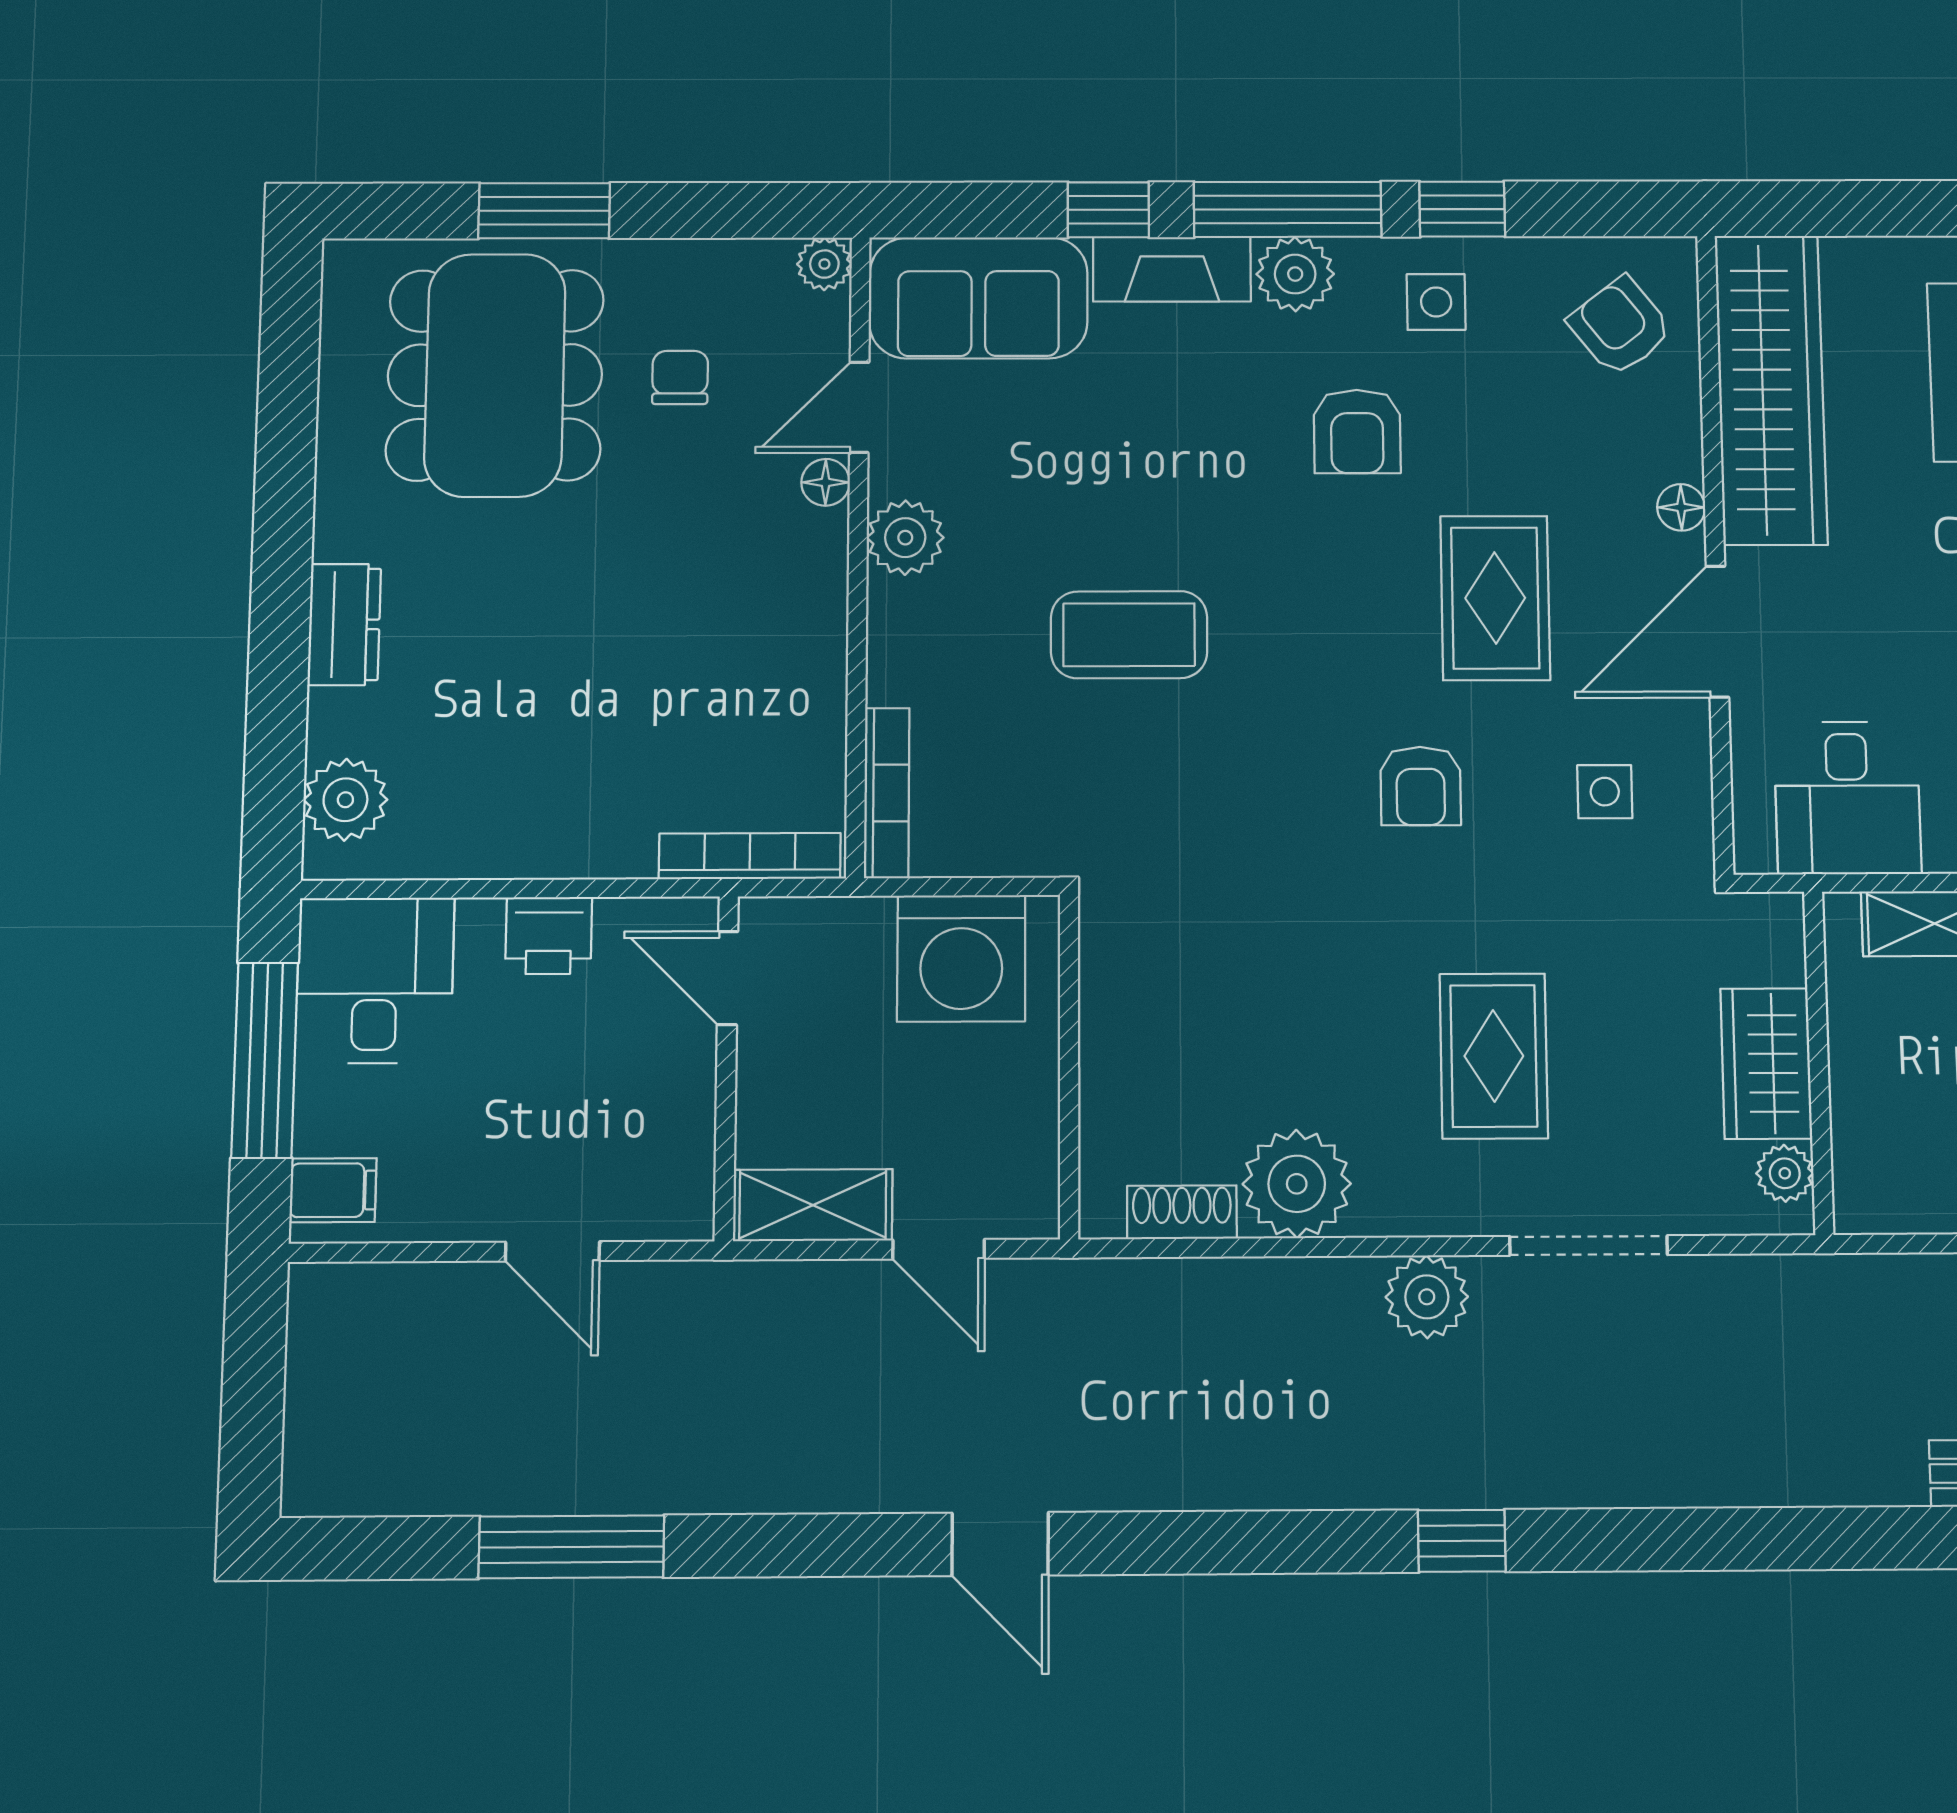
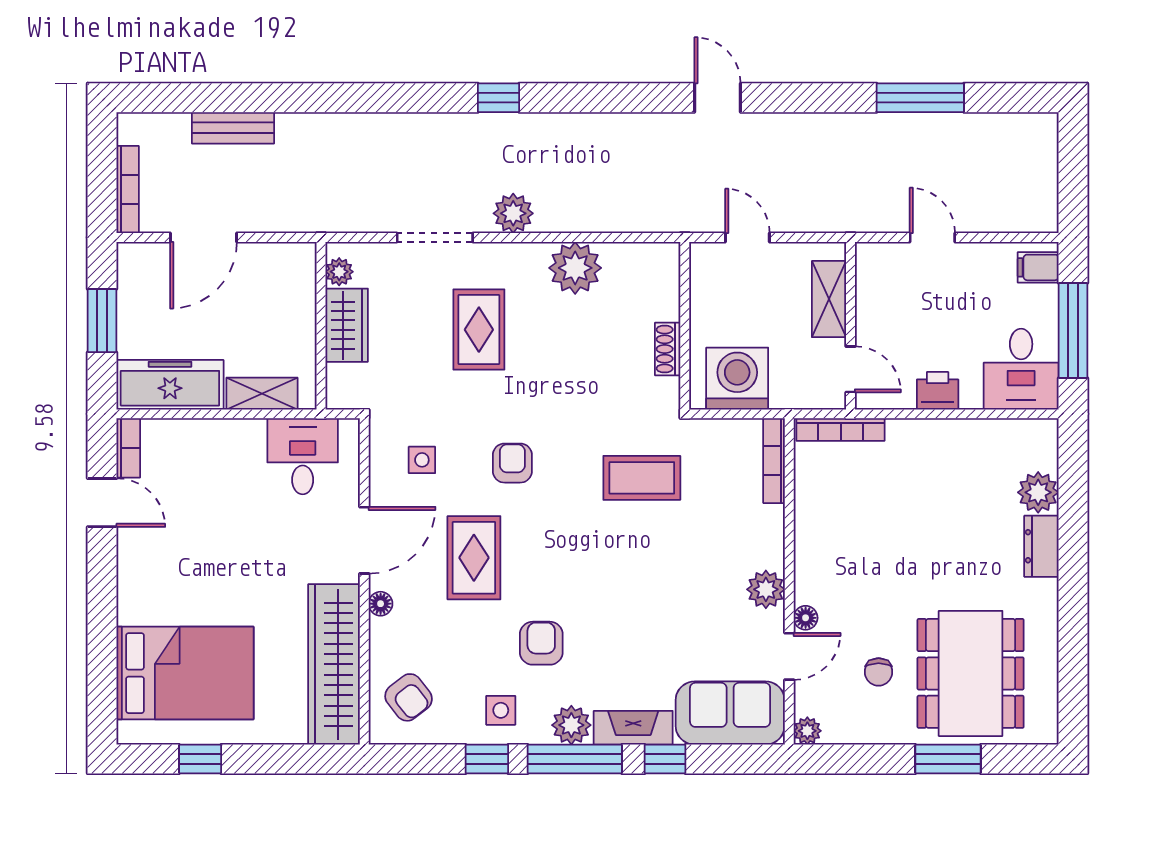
coffee table: (1129, 635) -> (642, 478), moved
plant: (345, 800) -> (1038, 492), moved
shelving: (813, 1205) -> (829, 299), moved, turned 90
shoe rack: (1182, 1212) -> (668, 349), moved, turned 90

